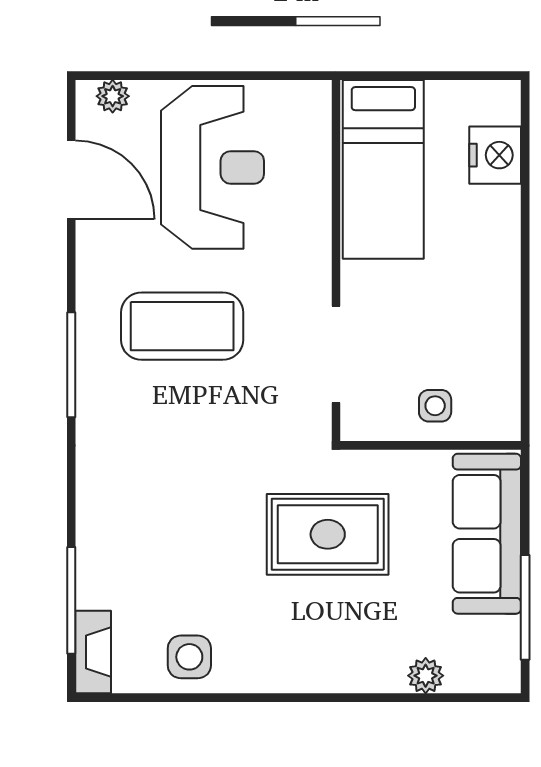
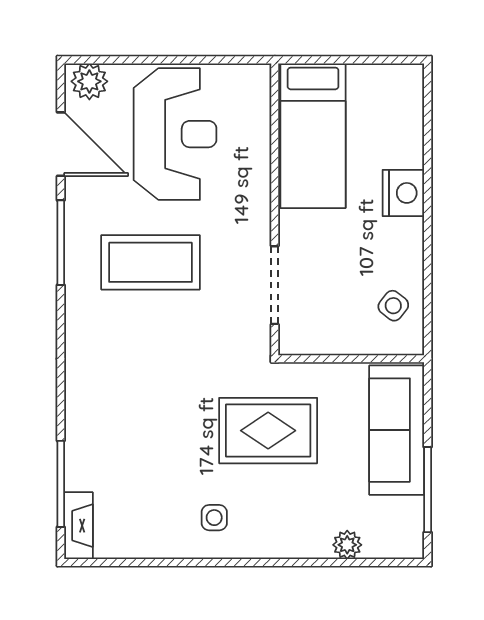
plant: (113, 96) -> (89, 81), width x1.38, depth x1.38
nightstand: (495, 155) -> (403, 193), moved
window: (71, 365) -> (61, 243), moved
side table: (435, 406) -> (393, 306), moved, turned 38
side table: (189, 657) -> (214, 518), moved, width x0.73, depth x0.73

